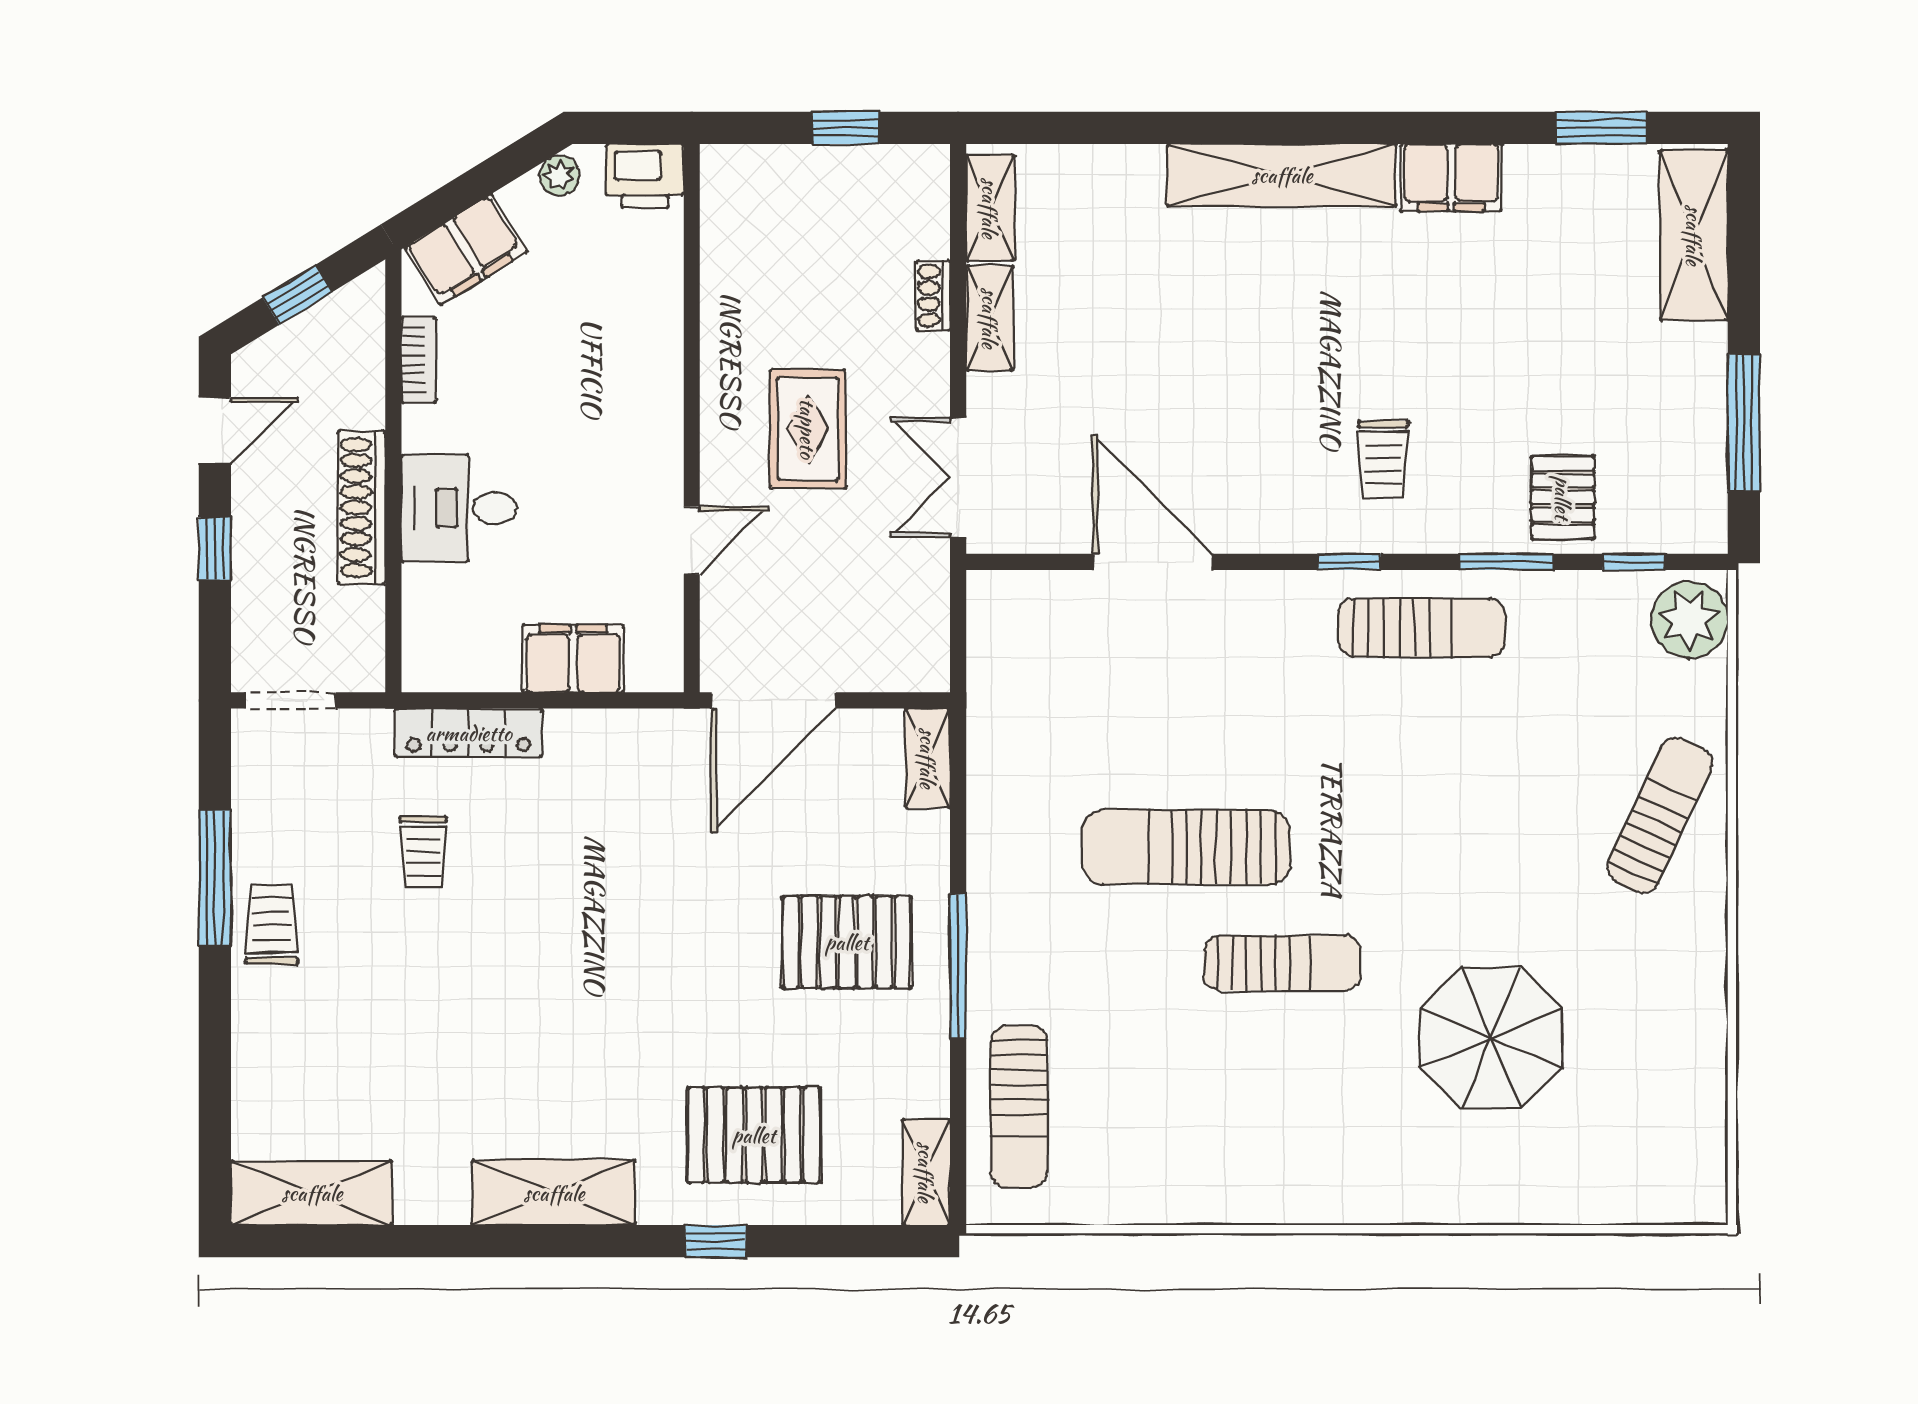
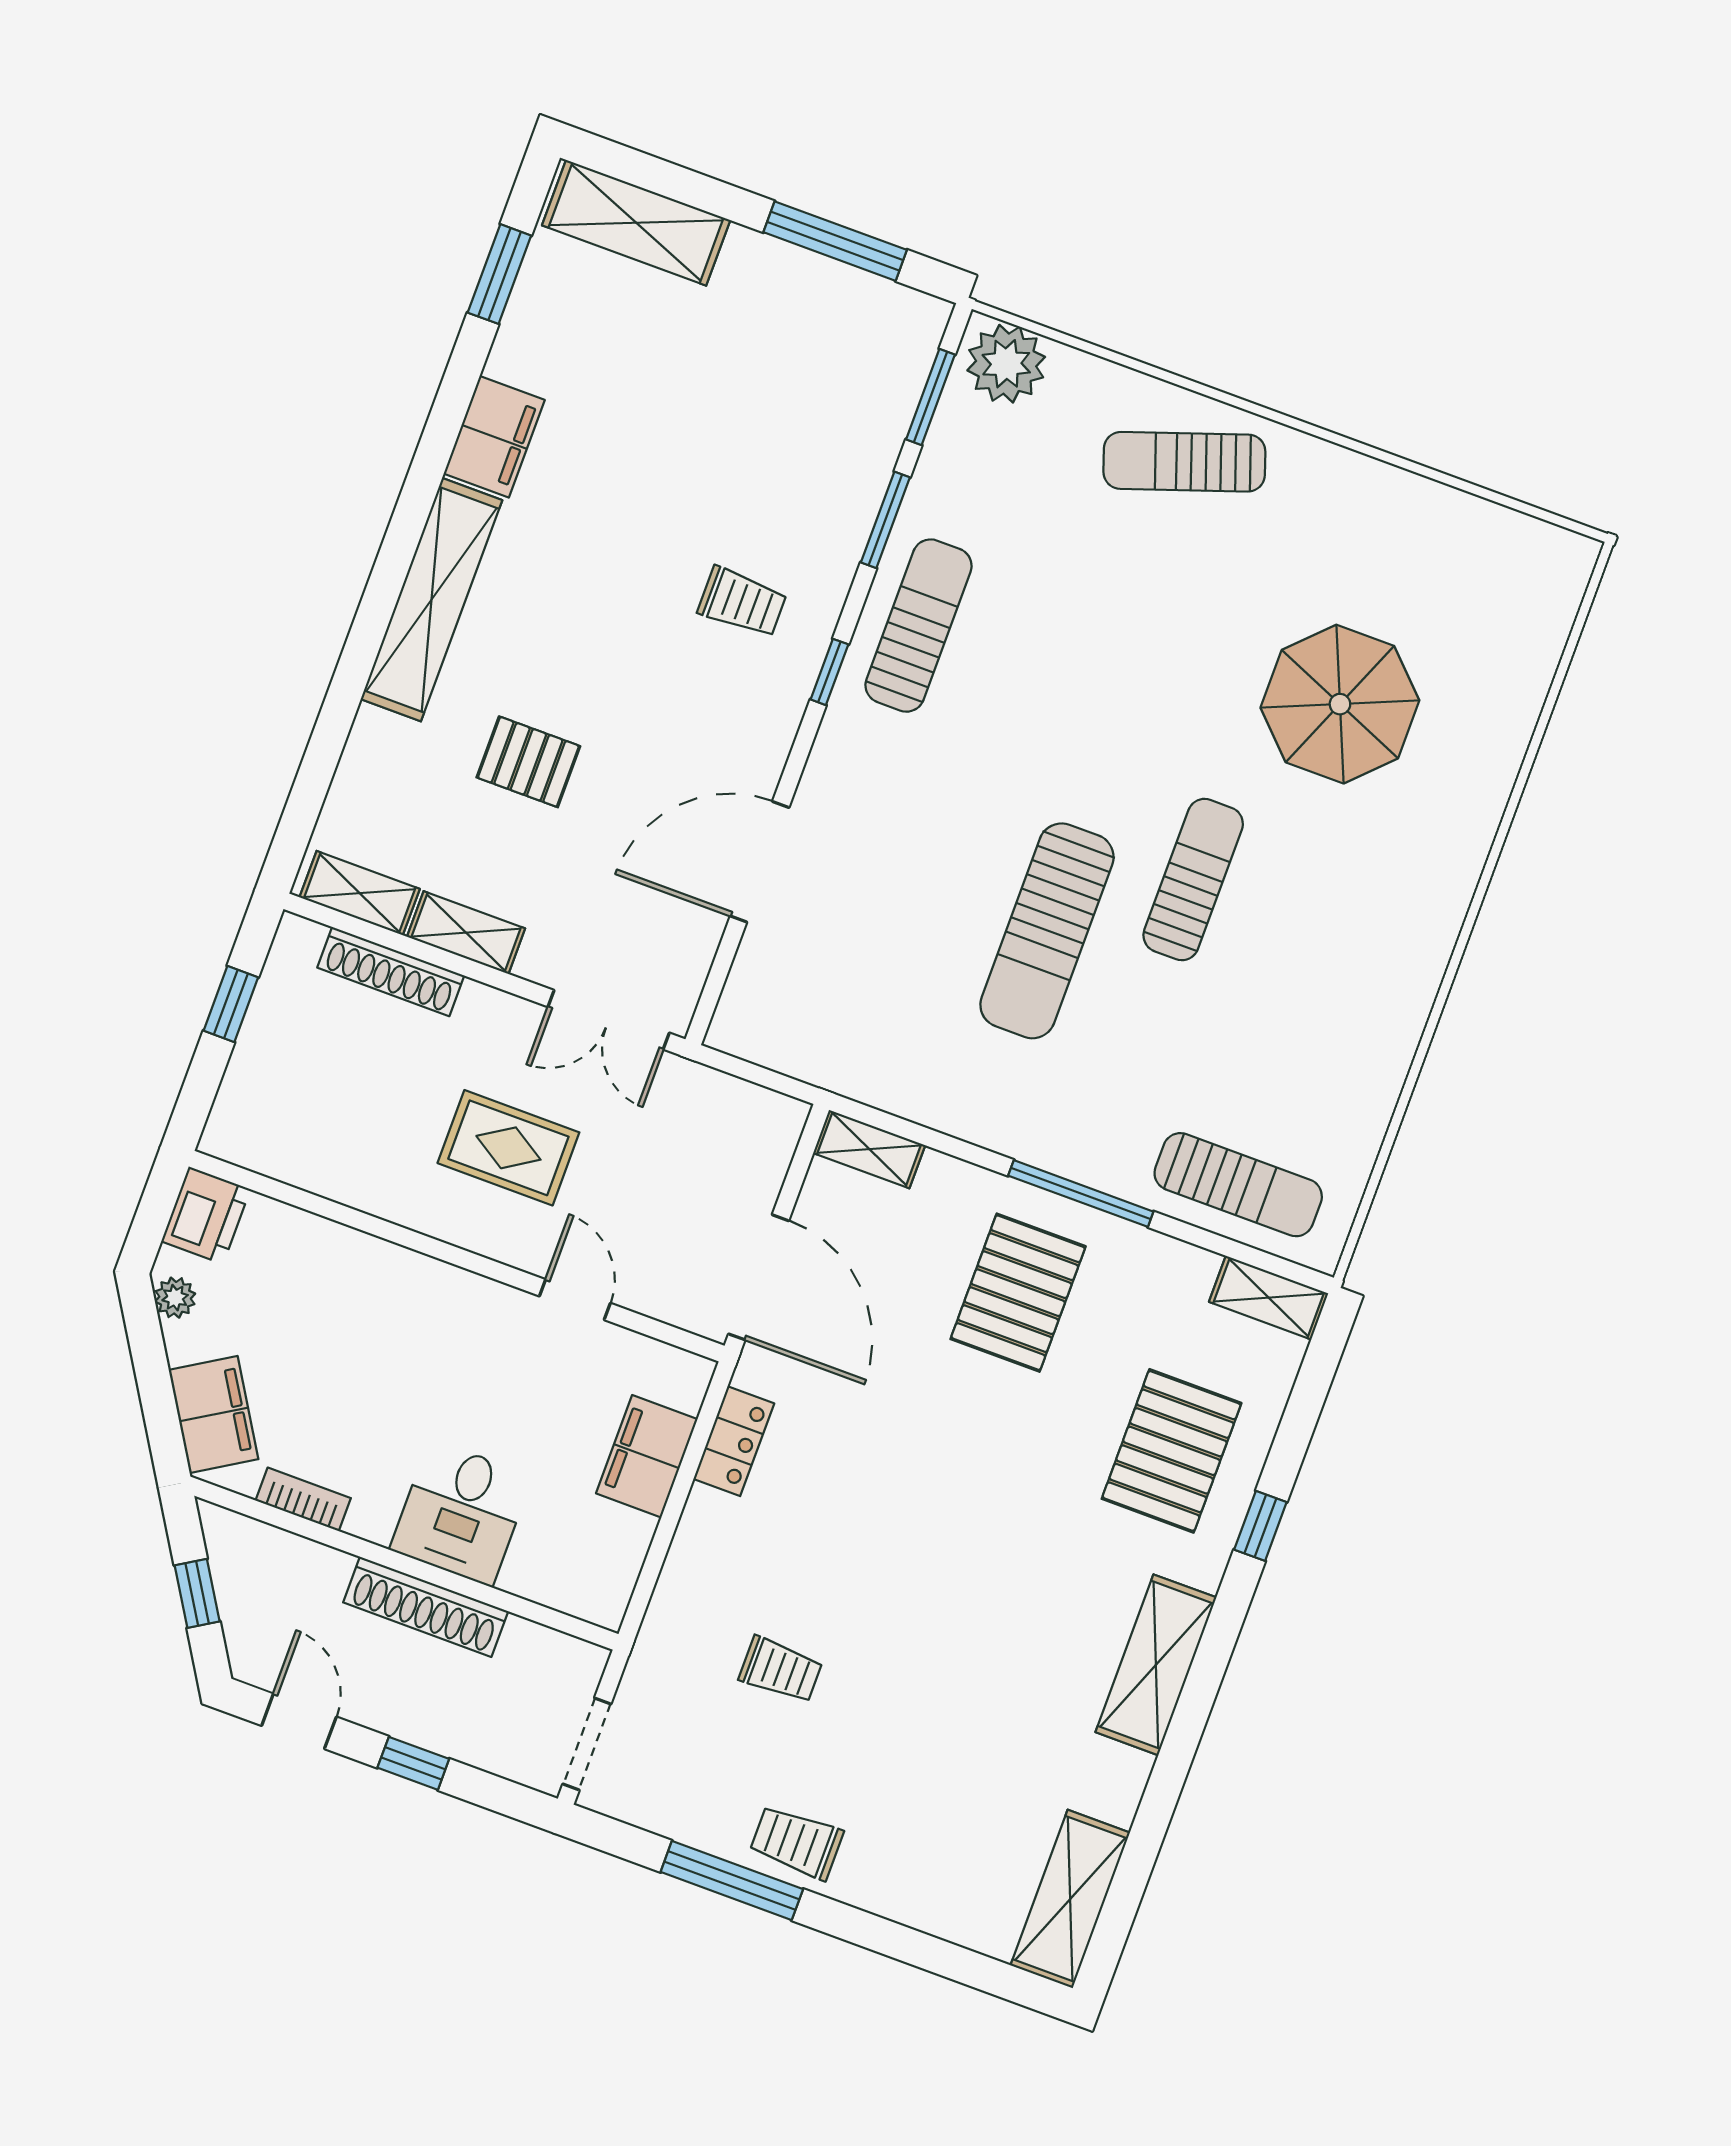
shoe rack: (933, 296) -> (391, 972), width x1.94, depth x1.24
pallet: (1563, 498) -> (528, 762), moved
window: (1634, 562) -> (931, 397), width x1.50
locker: (469, 733) -> (734, 1441), moved, width x0.66
sun lounger: (1660, 815) -> (1184, 462), turned -44

